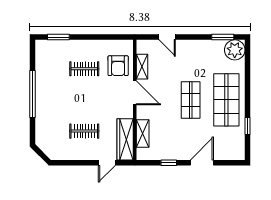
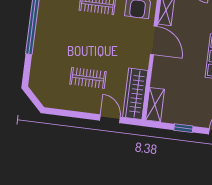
shelving: (143, 134) -> (155, 105), moved
door: (107, 163) -> (110, 119), swing flipped

